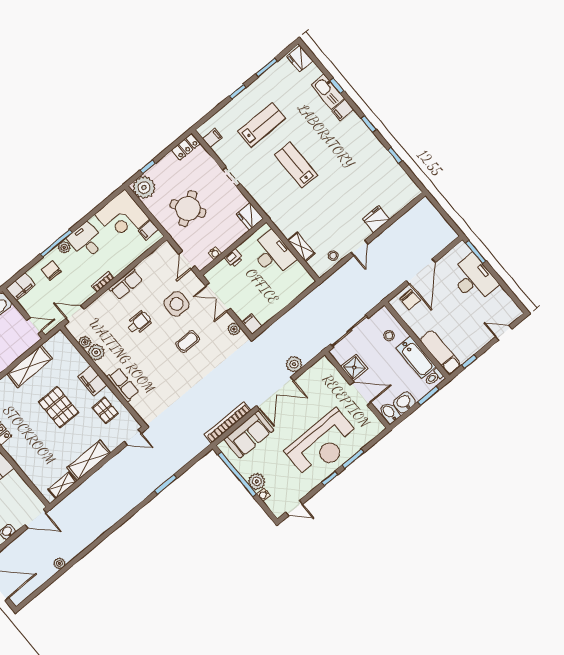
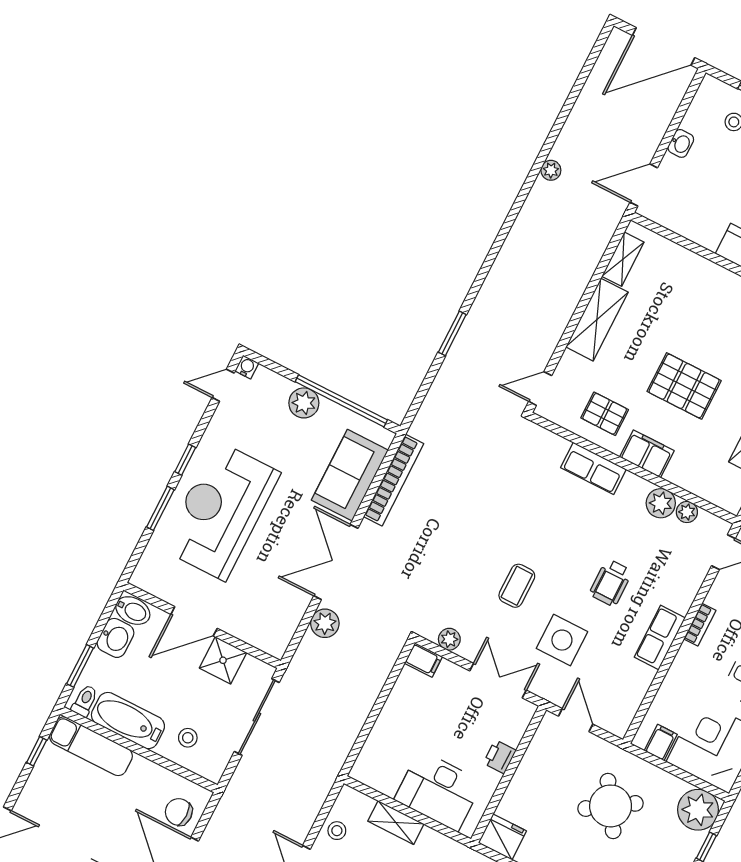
water cooler: (215, 253) -> (534, 751), removed
water cooler: (263, 495) -> (247, 367), moved
plant: (59, 563) -> (551, 170), moved

